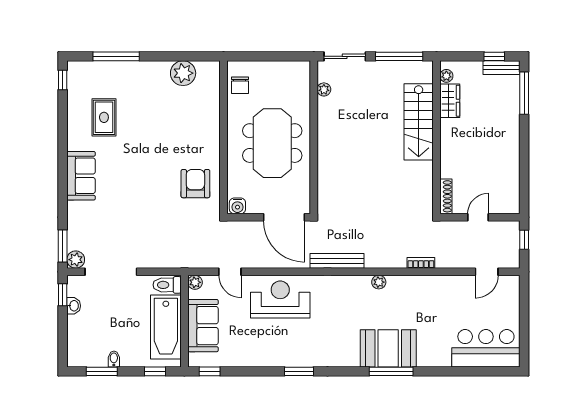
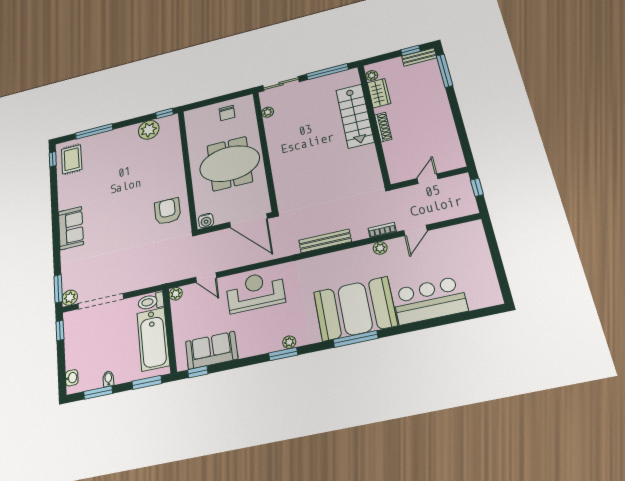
window: (204, 56) -> (164, 113), added
chair: (240, 85) -> (227, 113), moved
rug: (104, 117) -> (72, 159), moved
meeting table: (272, 143) -> (230, 164), turned 90
shoe rack: (446, 196) -> (383, 127), moved
bench: (337, 261) -> (325, 241), moved
door: (487, 272) -> (415, 230), moved
plant: (379, 282) -> (380, 248), moved
washbasin: (74, 306) -> (72, 378), moved
sofa: (203, 326) -> (212, 350), moved, turned -90
booth: (388, 348) -> (355, 309), width x1.36, depth x1.42
bar counter: (486, 348) -> (430, 300), moved
plant: (307, 361) -> (289, 342), added
window: (155, 371) -> (147, 382), width x1.50
window: (391, 371) -> (356, 339), moved

